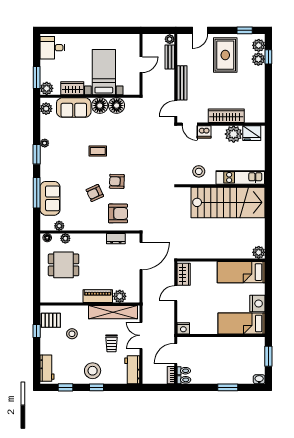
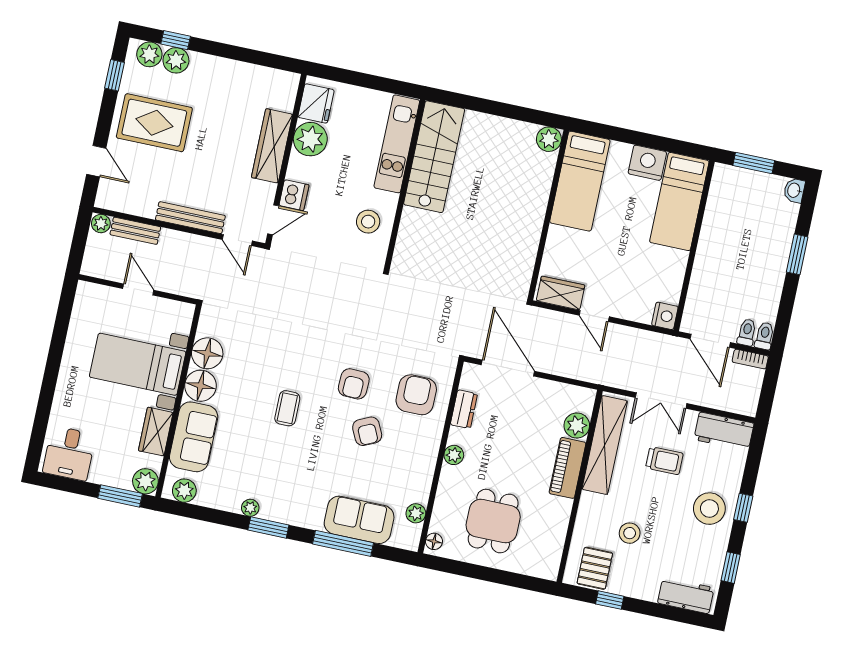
stairs: (228, 202) -> (434, 157), width x0.73, depth x0.66
plant: (65, 238) -> (454, 455), moved

